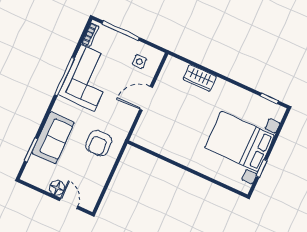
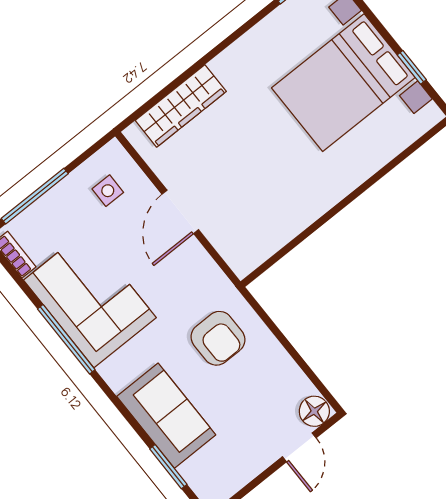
wardrobe: (200, 78) -> (181, 106), width x1.50
floor lamp: (57, 188) -> (314, 411), moved
door: (69, 203) -> (299, 447), swing flipped

